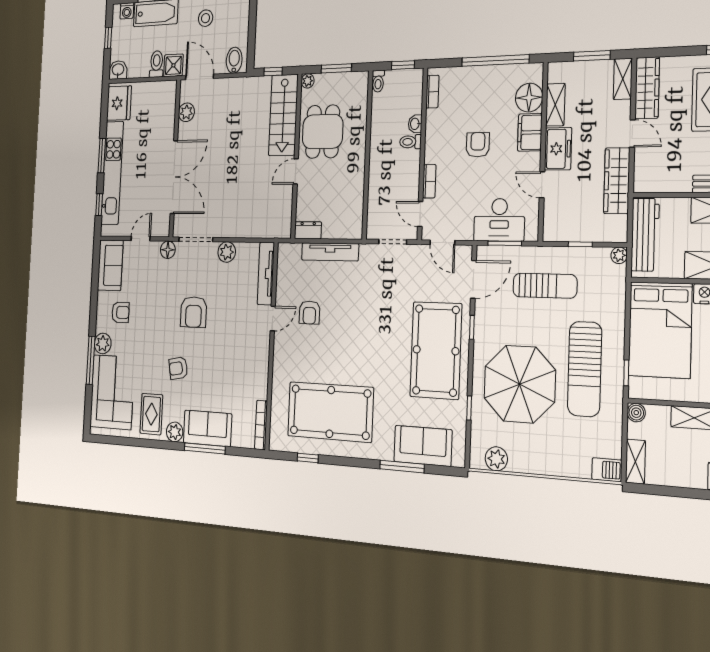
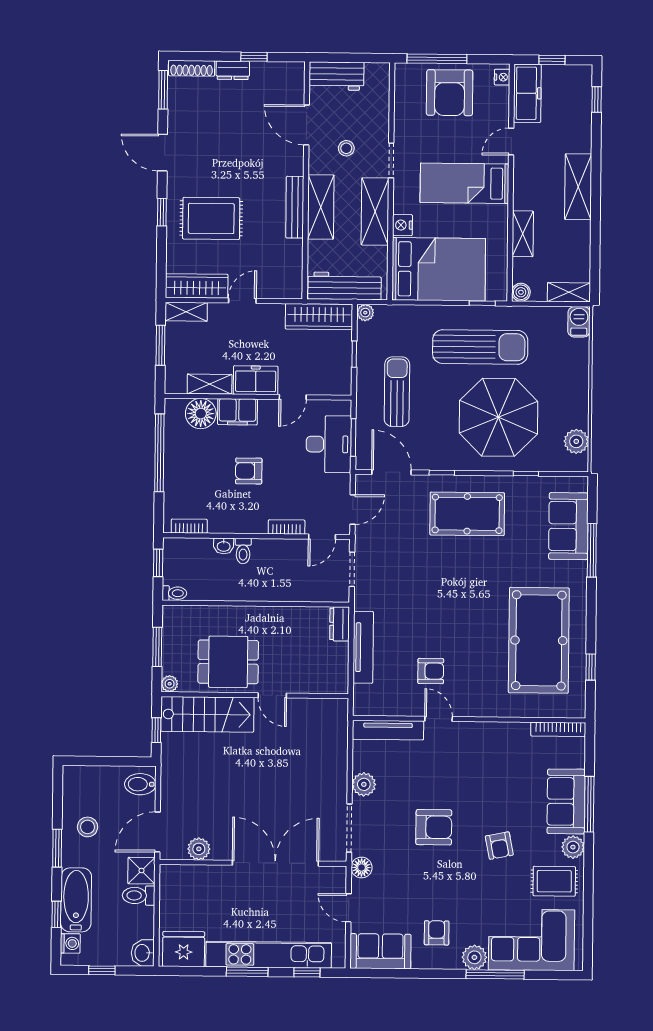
wardrobe: (617, 181) -> (319, 317), moved
dresser: (308, 230) -> (340, 624), moved
pool table: (436, 350) -> (467, 514), width x0.73, depth x0.76

